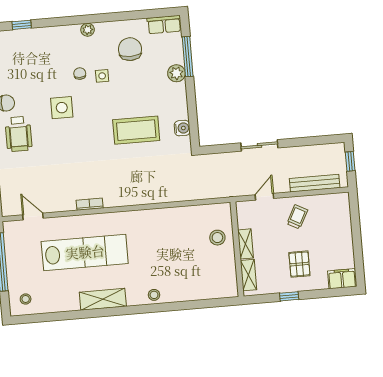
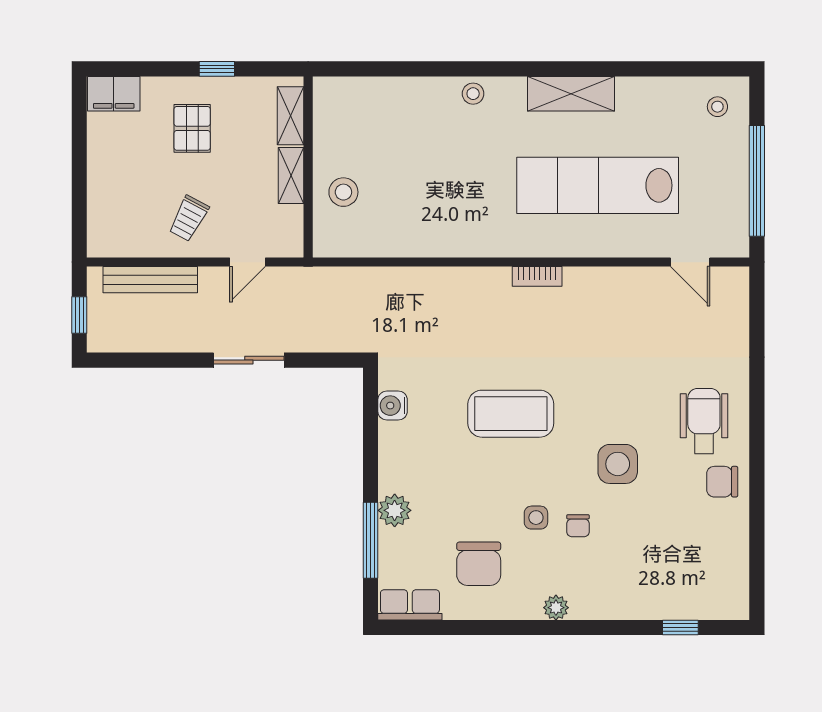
coffee table: (136, 130) -> (511, 414), moved
bookcase: (90, 204) -> (537, 276), moved

